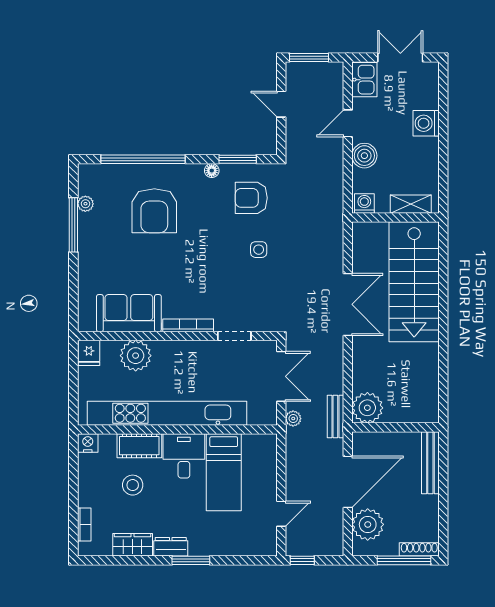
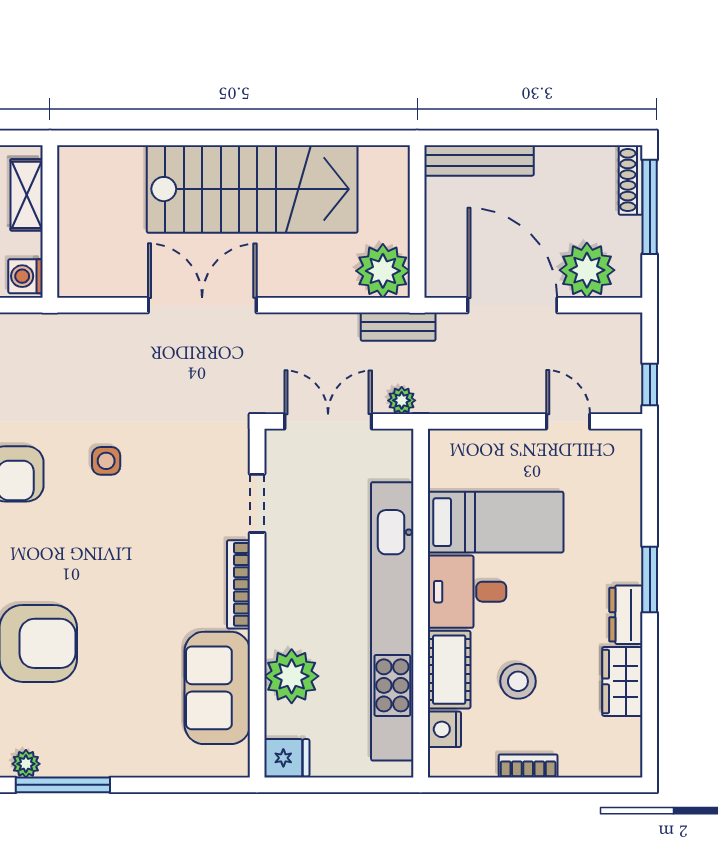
stairs: (414, 282) -> (252, 189), moved
nightstand: (88, 443) -> (444, 729), moved
bookcase: (84, 525) -> (528, 766), moved

